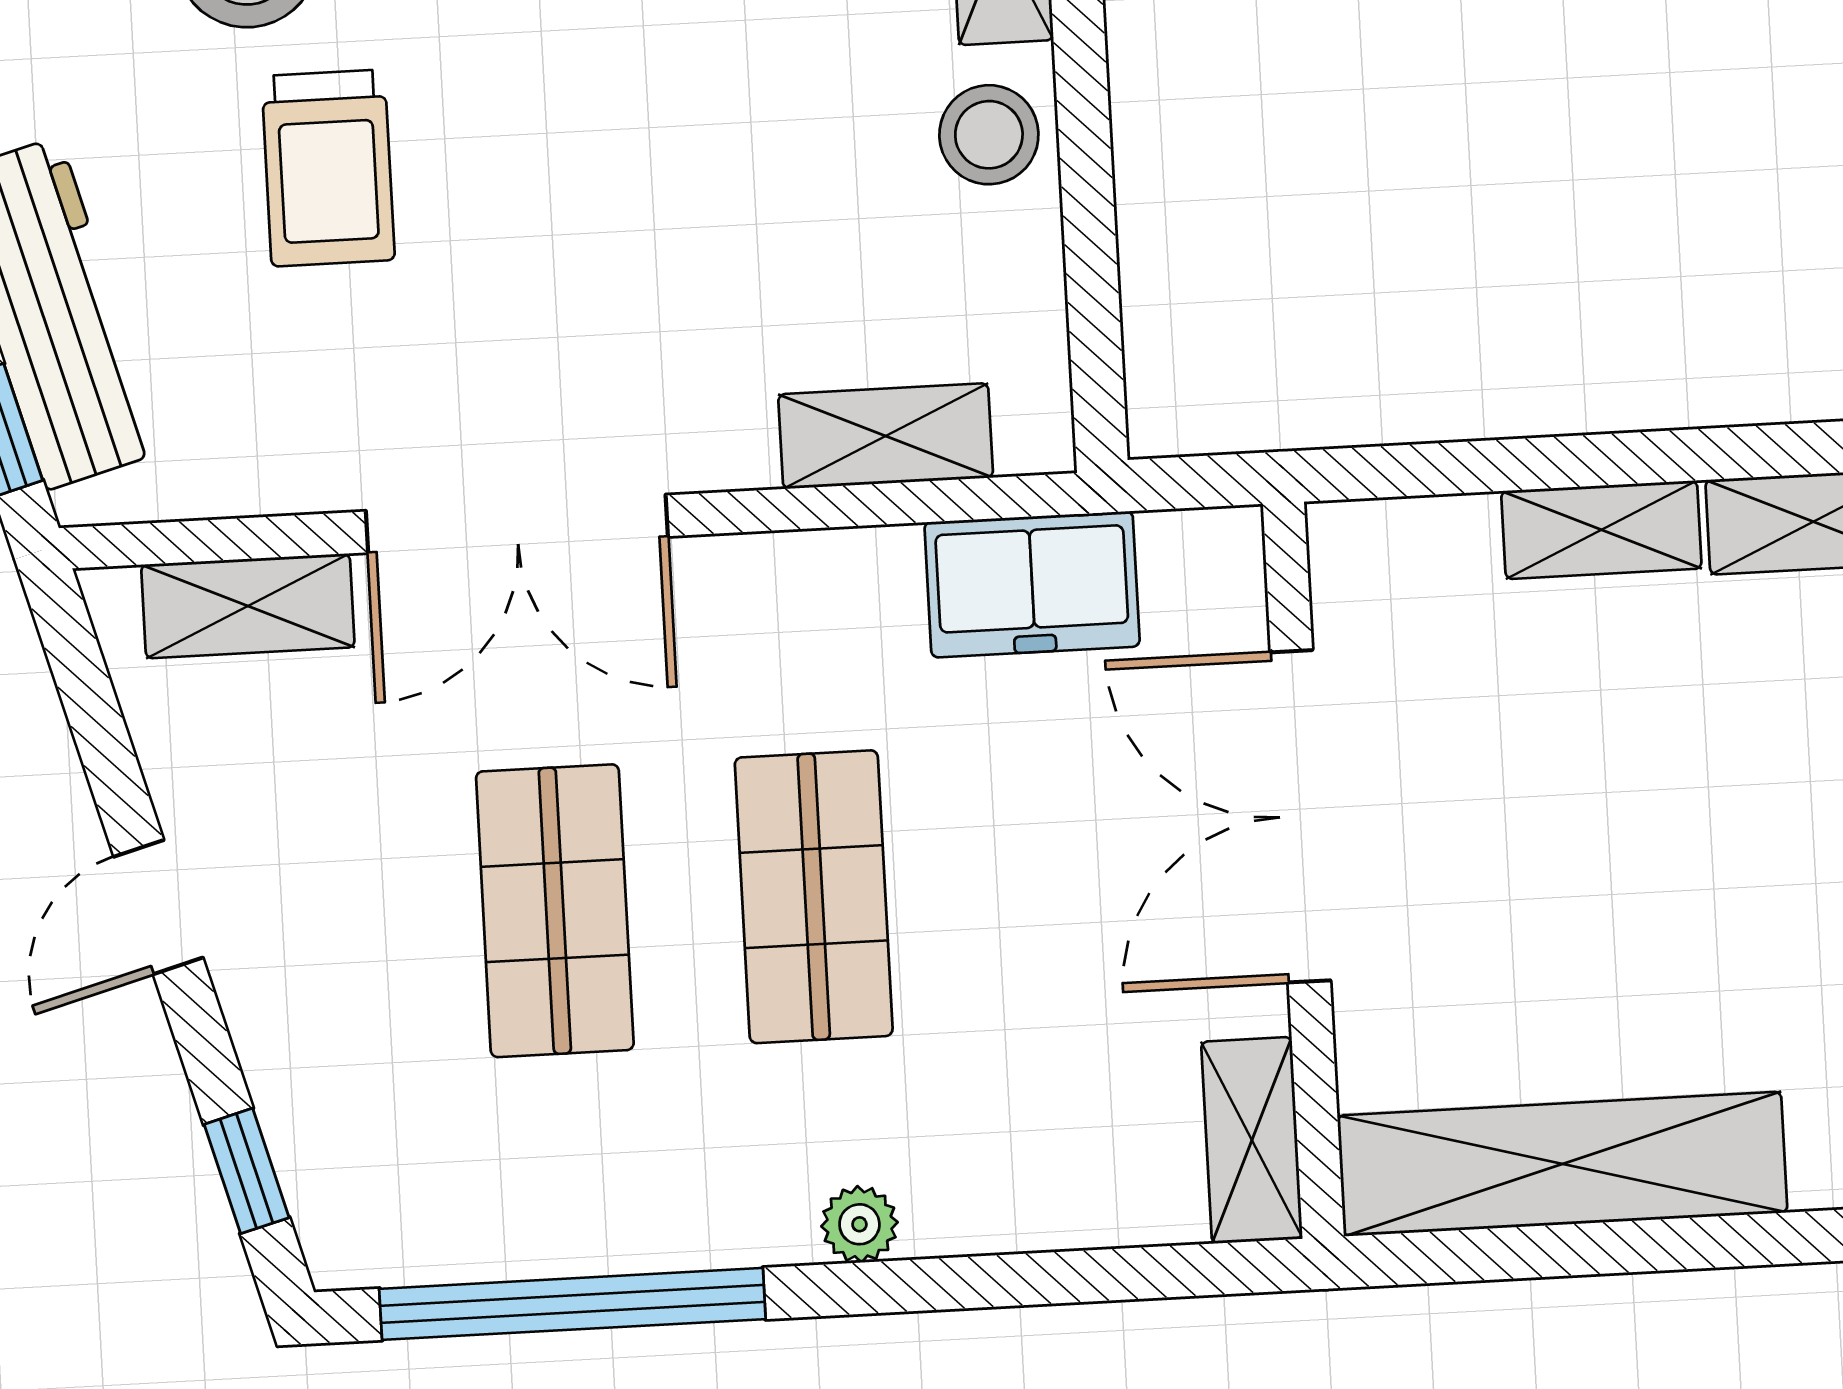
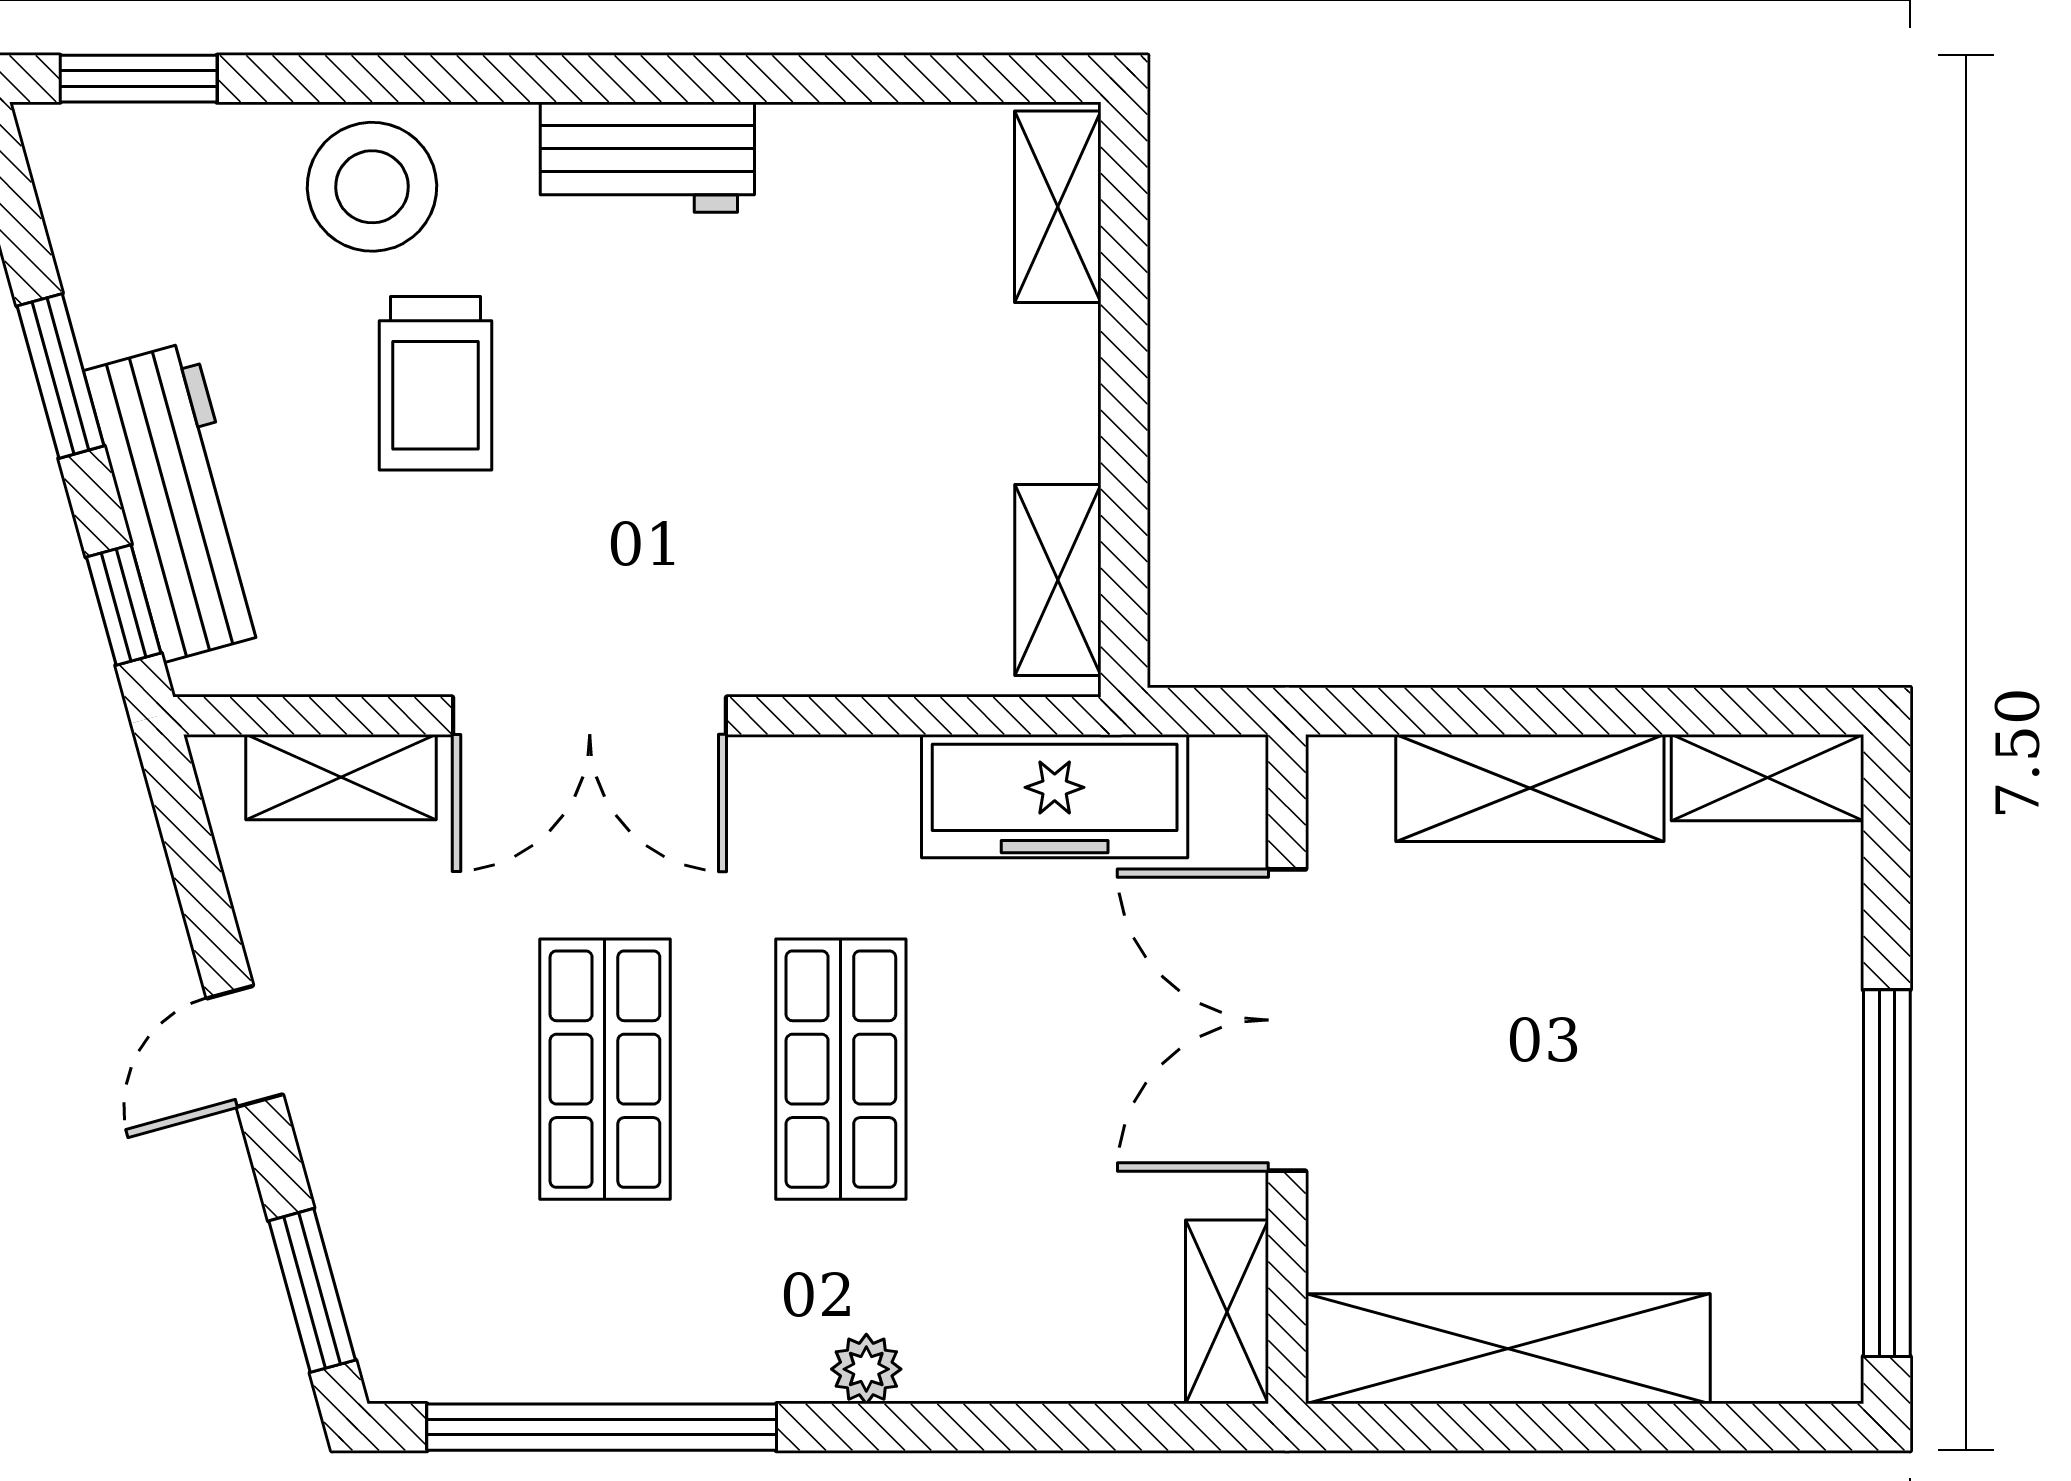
stool: (989, 135) -> (1038, 385), removed
shelving: (886, 436) -> (1058, 580), moved, turned 90
shelving: (1601, 530) -> (1530, 788), width x1.50, depth x1.33
freezer: (1032, 584) -> (1055, 796), width x1.40
window: (247, 1171) -> (312, 1290), width x1.50

